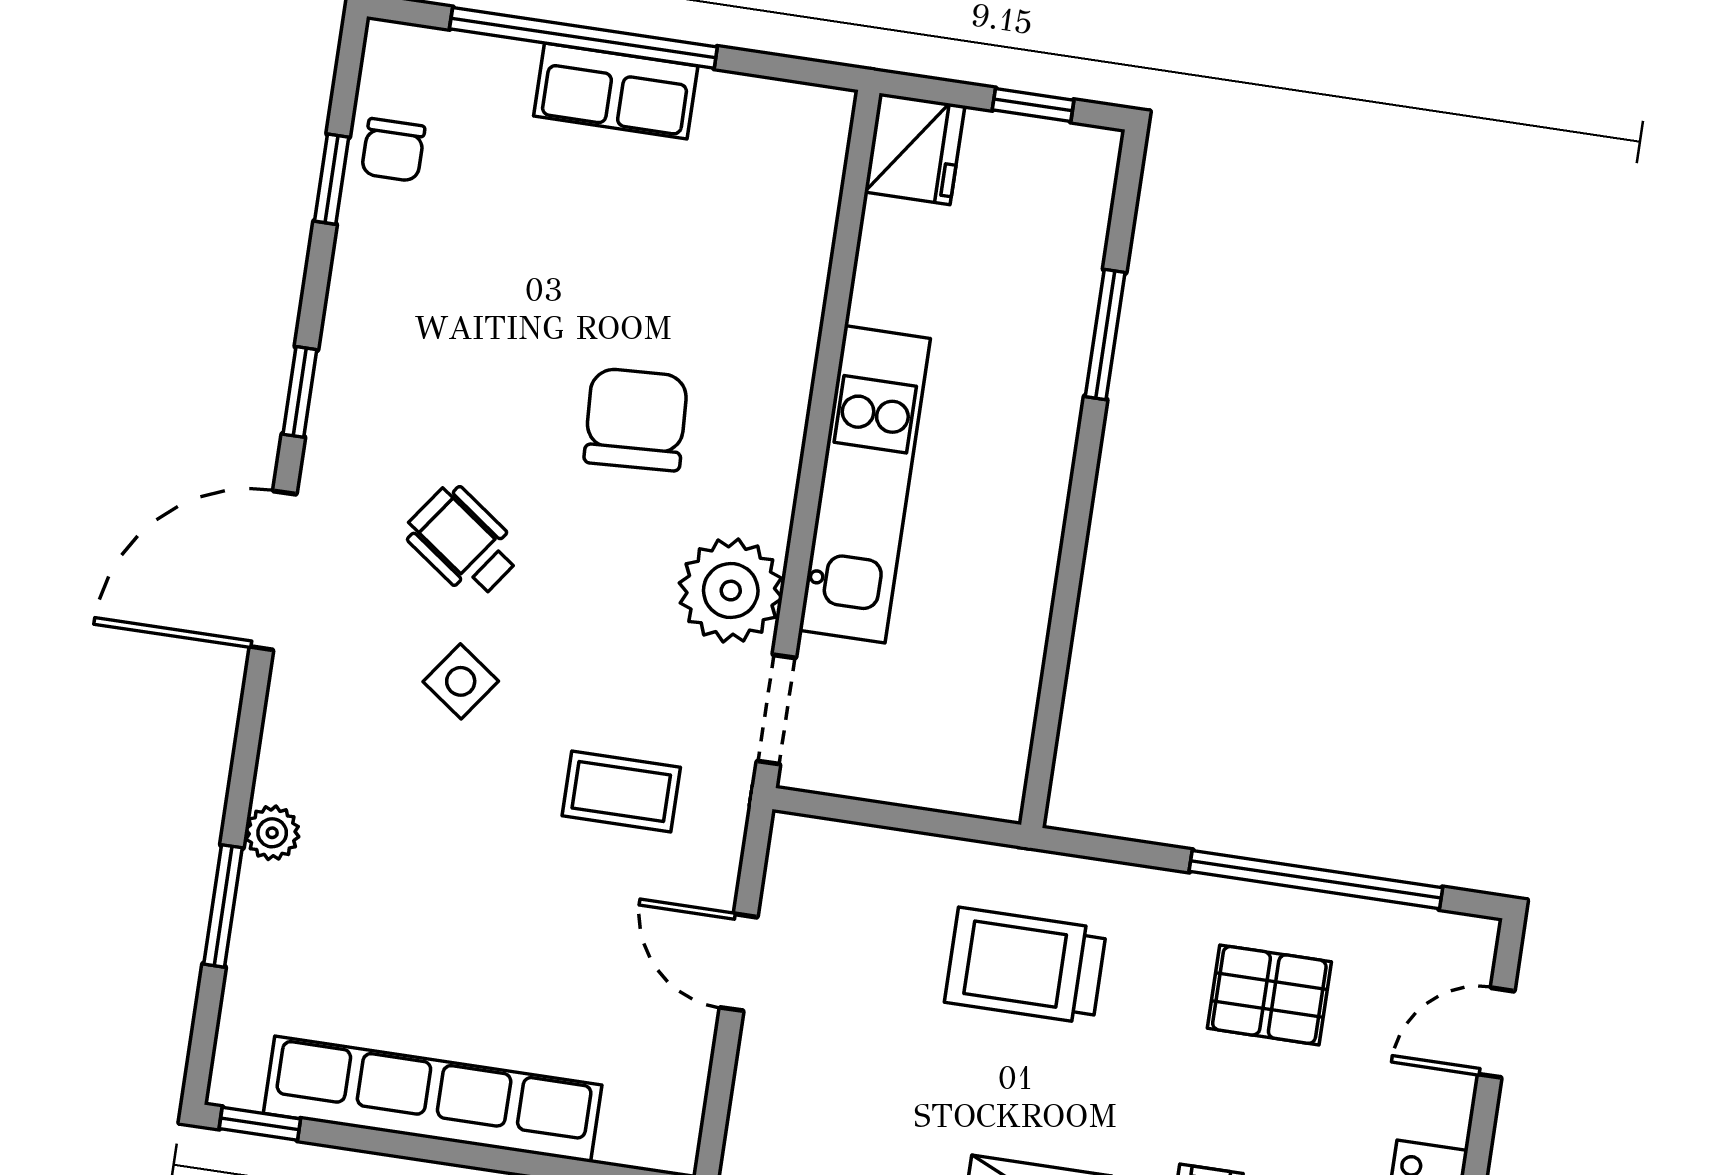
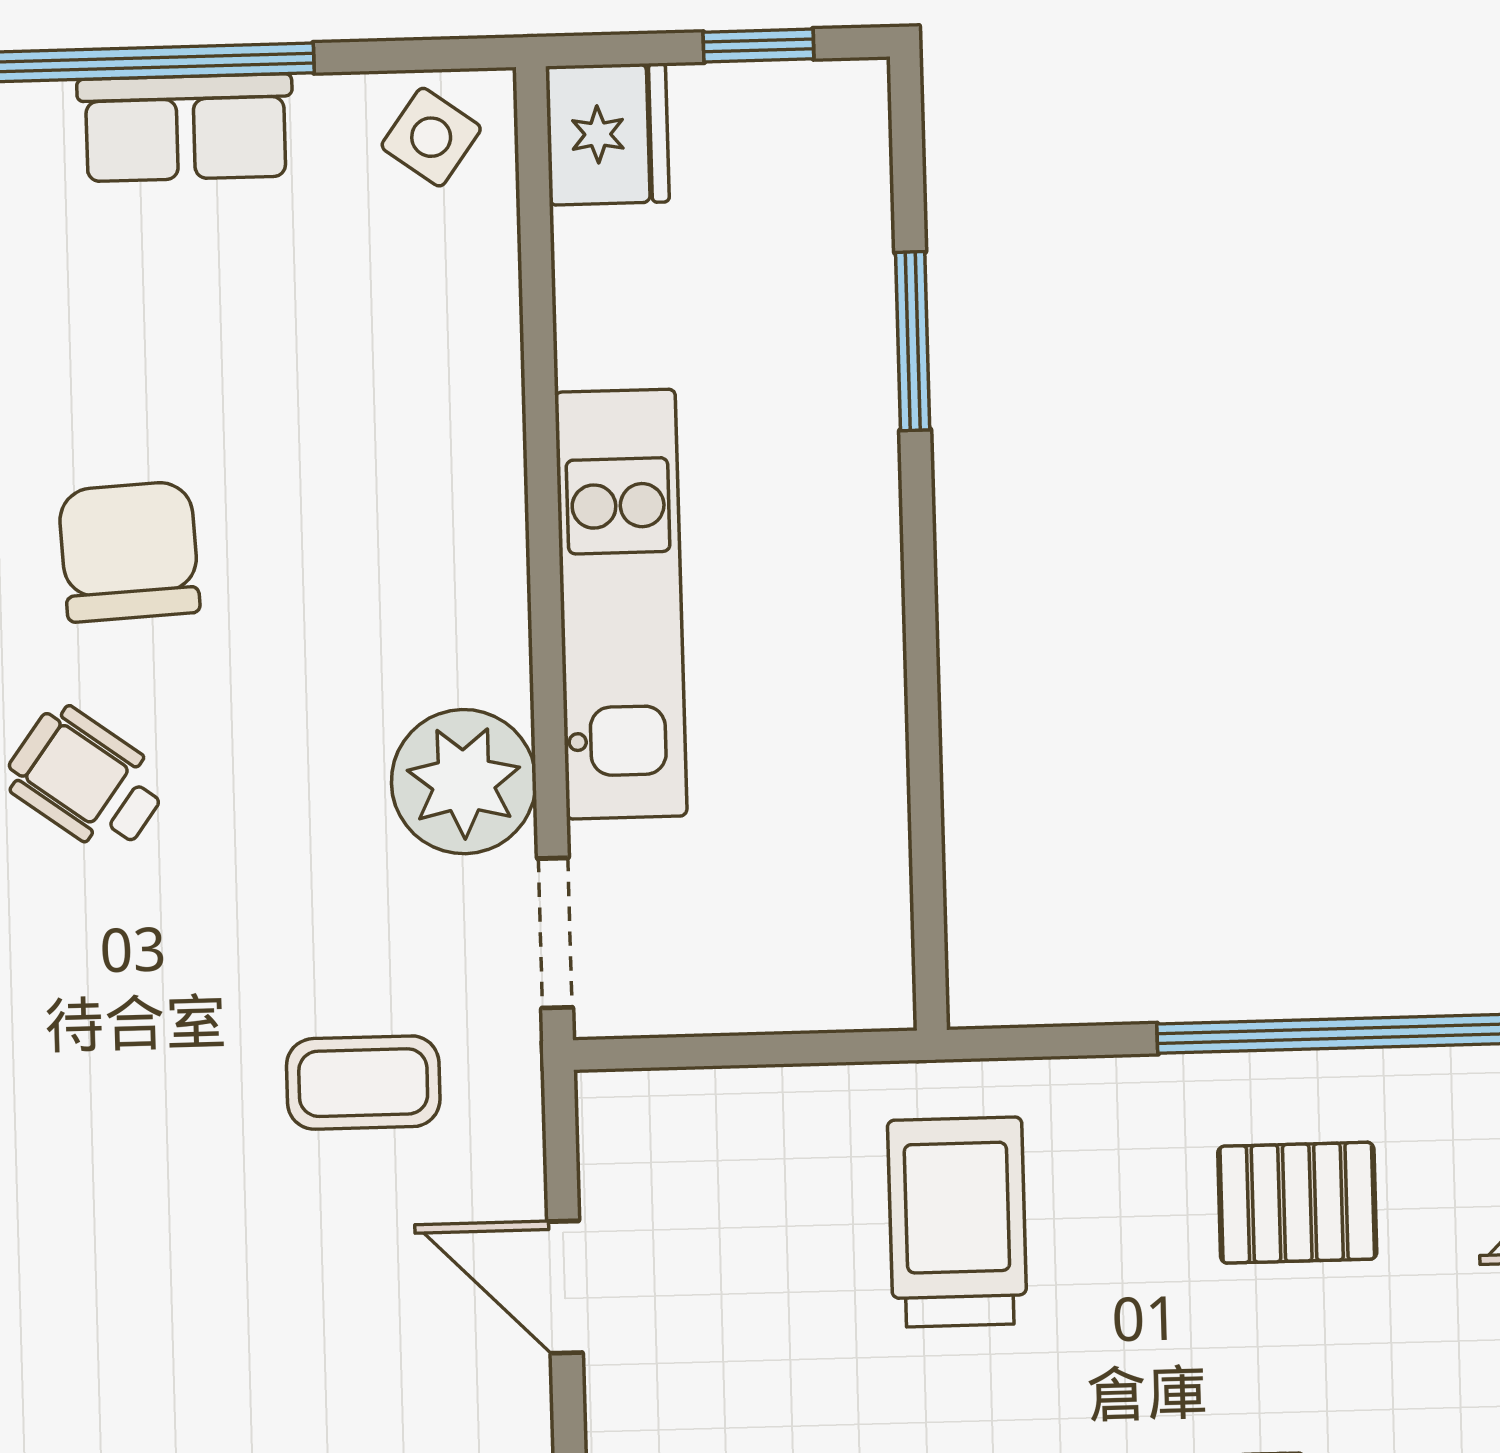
chair: (636, 419) -> (129, 551), moved
side table: (461, 681) -> (431, 137), moved
trolley: (1026, 966) -> (957, 1222), turned 90

